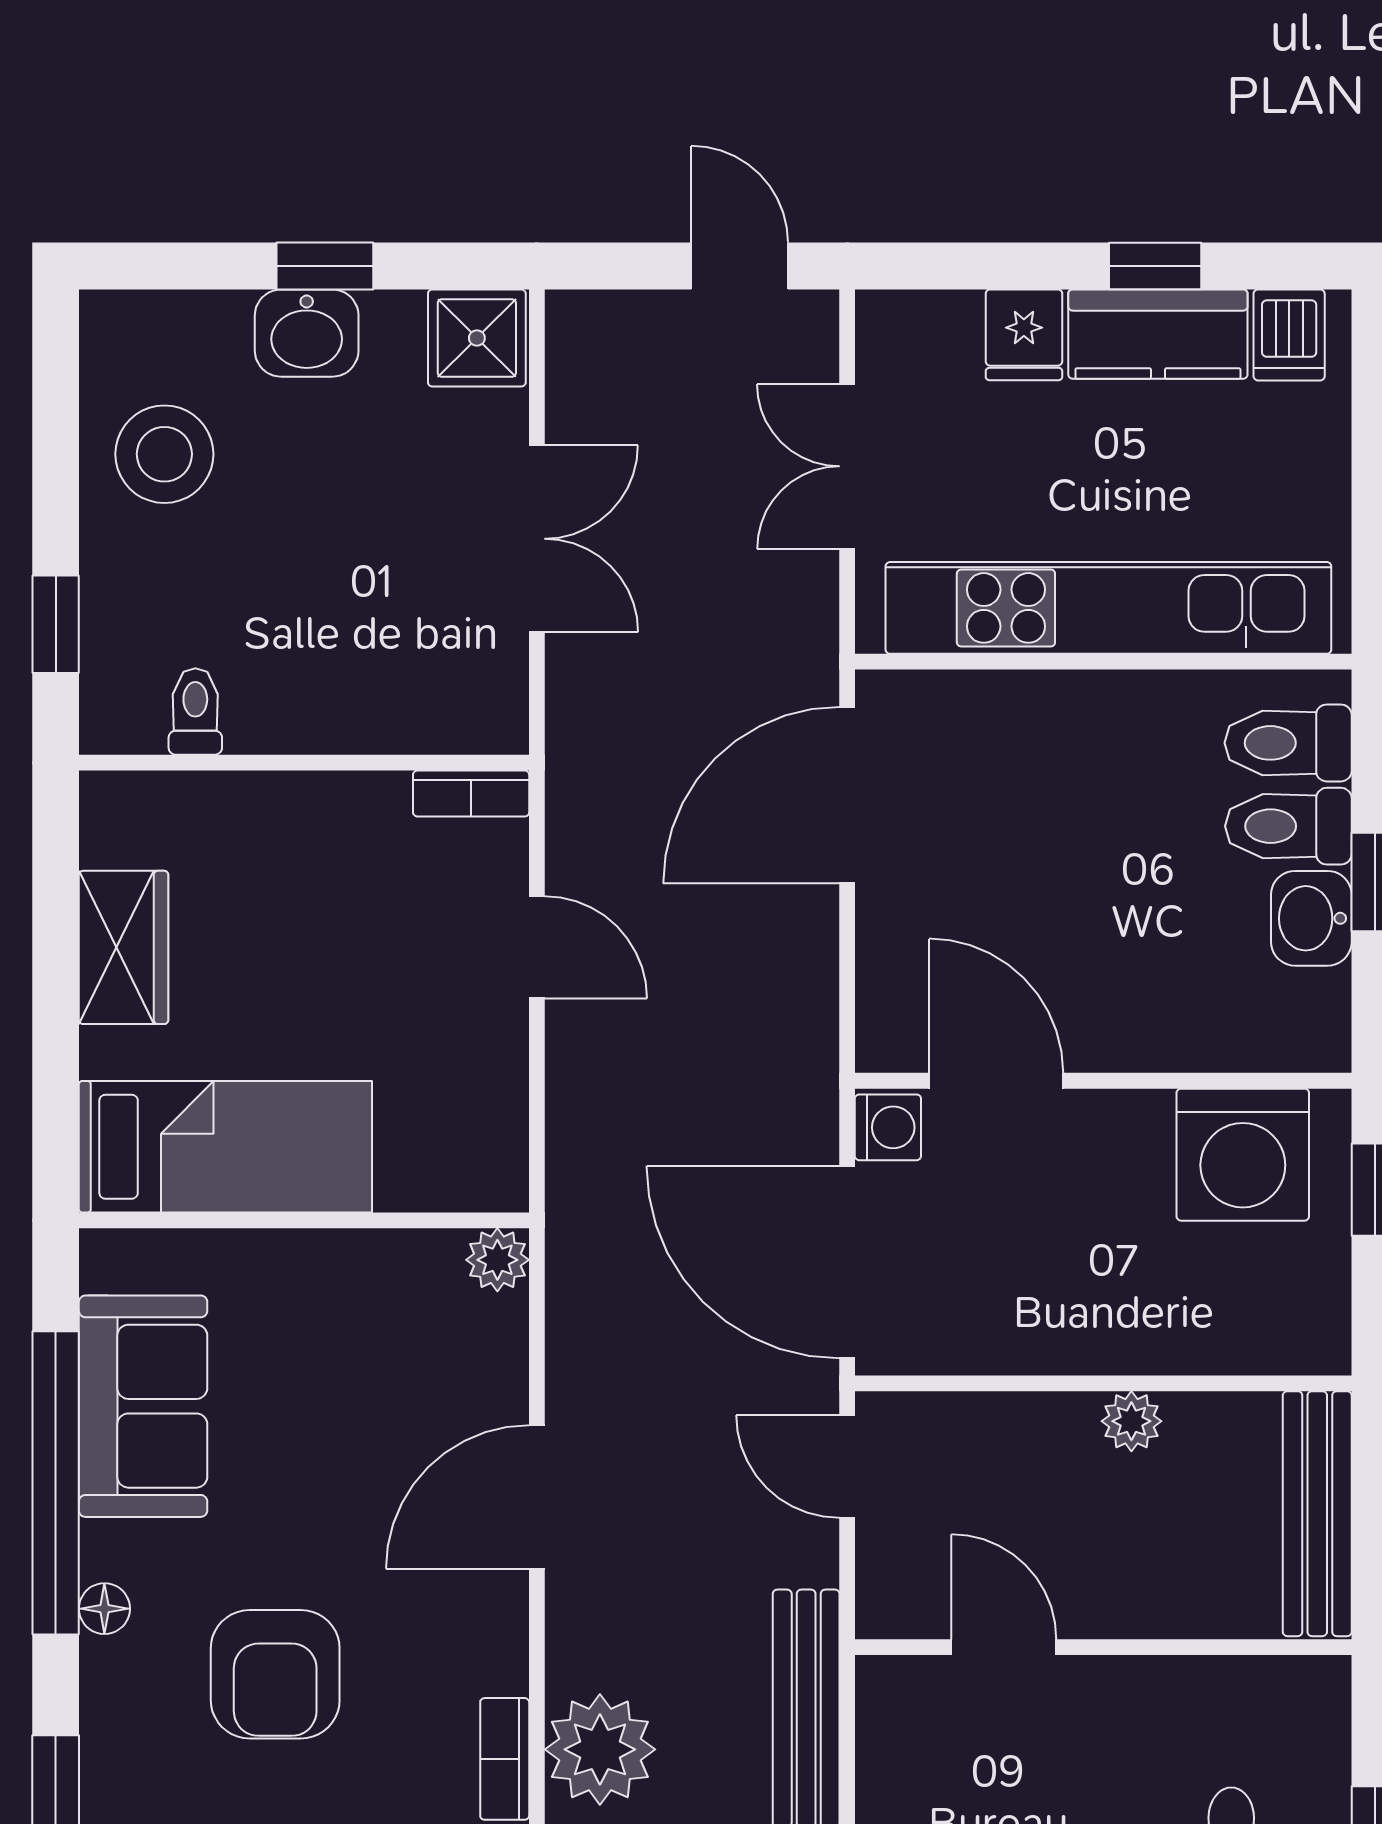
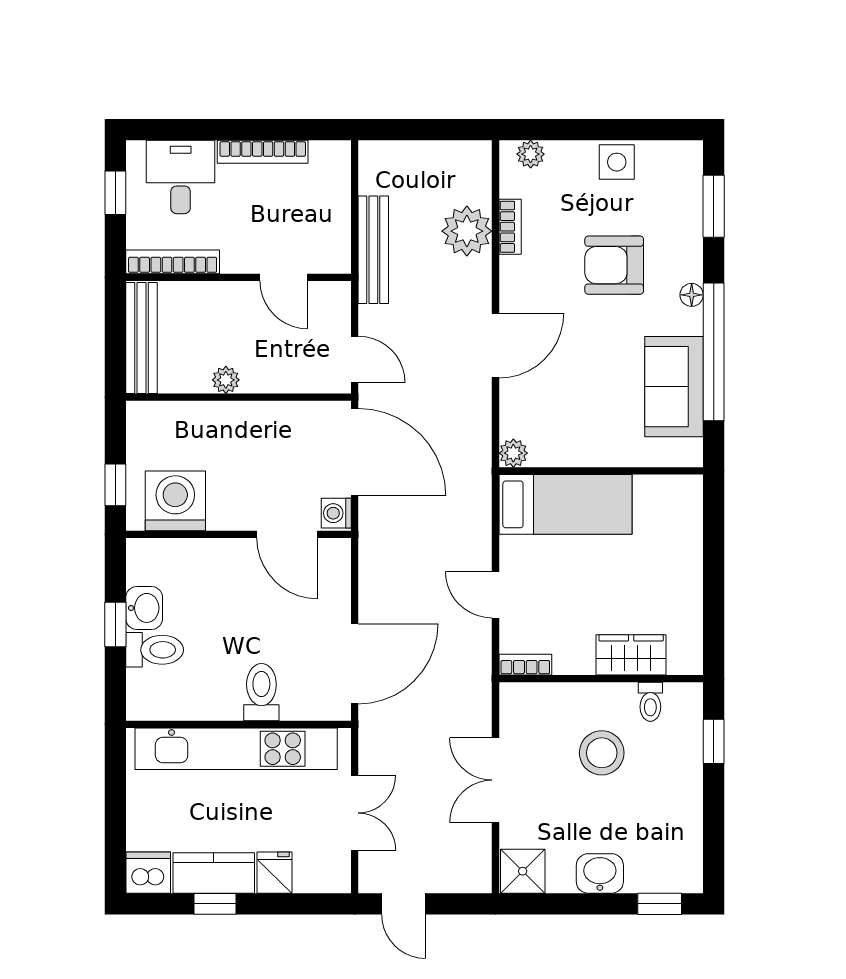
window: (325, 266) -> (660, 904), moved
dishwasher: (1289, 335) -> (148, 873), width x1.38
stool: (164, 454) -> (602, 753), moved
toilet: (1288, 743) -> (261, 692), moved, turned -90
wardrobe: (124, 947) -> (631, 655), moved, turned 90
bed: (225, 1147) -> (565, 504), moved, turned 180
armchair: (275, 1674) -> (614, 265), turned -90
bookcase: (1249, 1681) -> (173, 262), added

